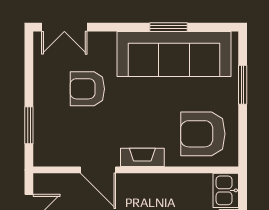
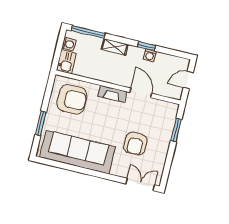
window: (169, 27) -> (77, 169), removed
armchair: (87, 89) -> (135, 144), turned 90

